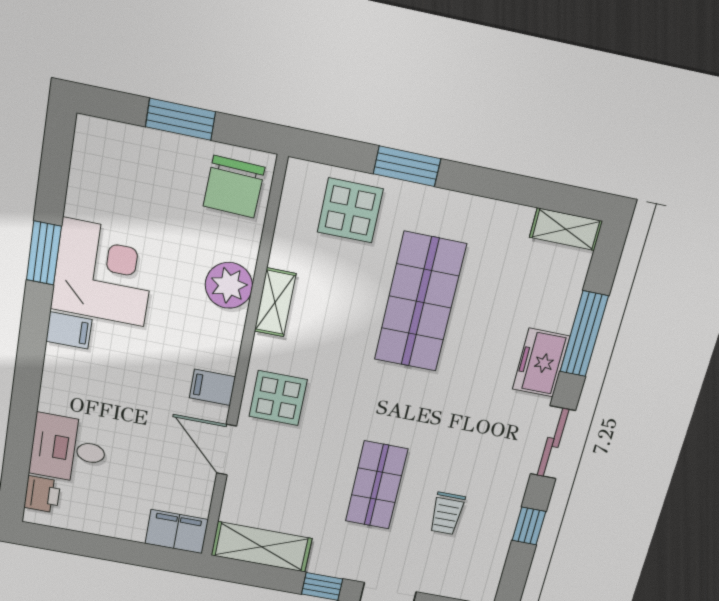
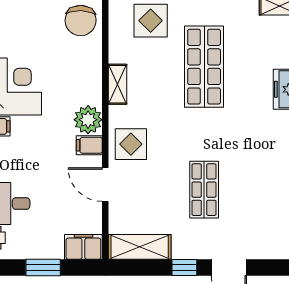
plant: (229, 285) -> (88, 120), moved
trolley: (447, 513) -> (253, 200), removed
window: (111, 549) -> (43, 268), added

